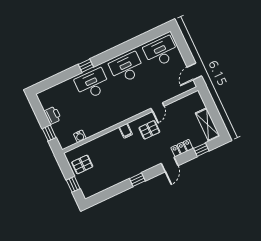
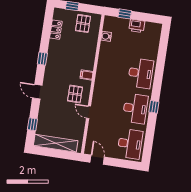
window: (86, 66) -> (154, 107), moved
shelving: (208, 125) -> (56, 143), width x1.47
locker: (182, 148) -> (56, 30), moved

